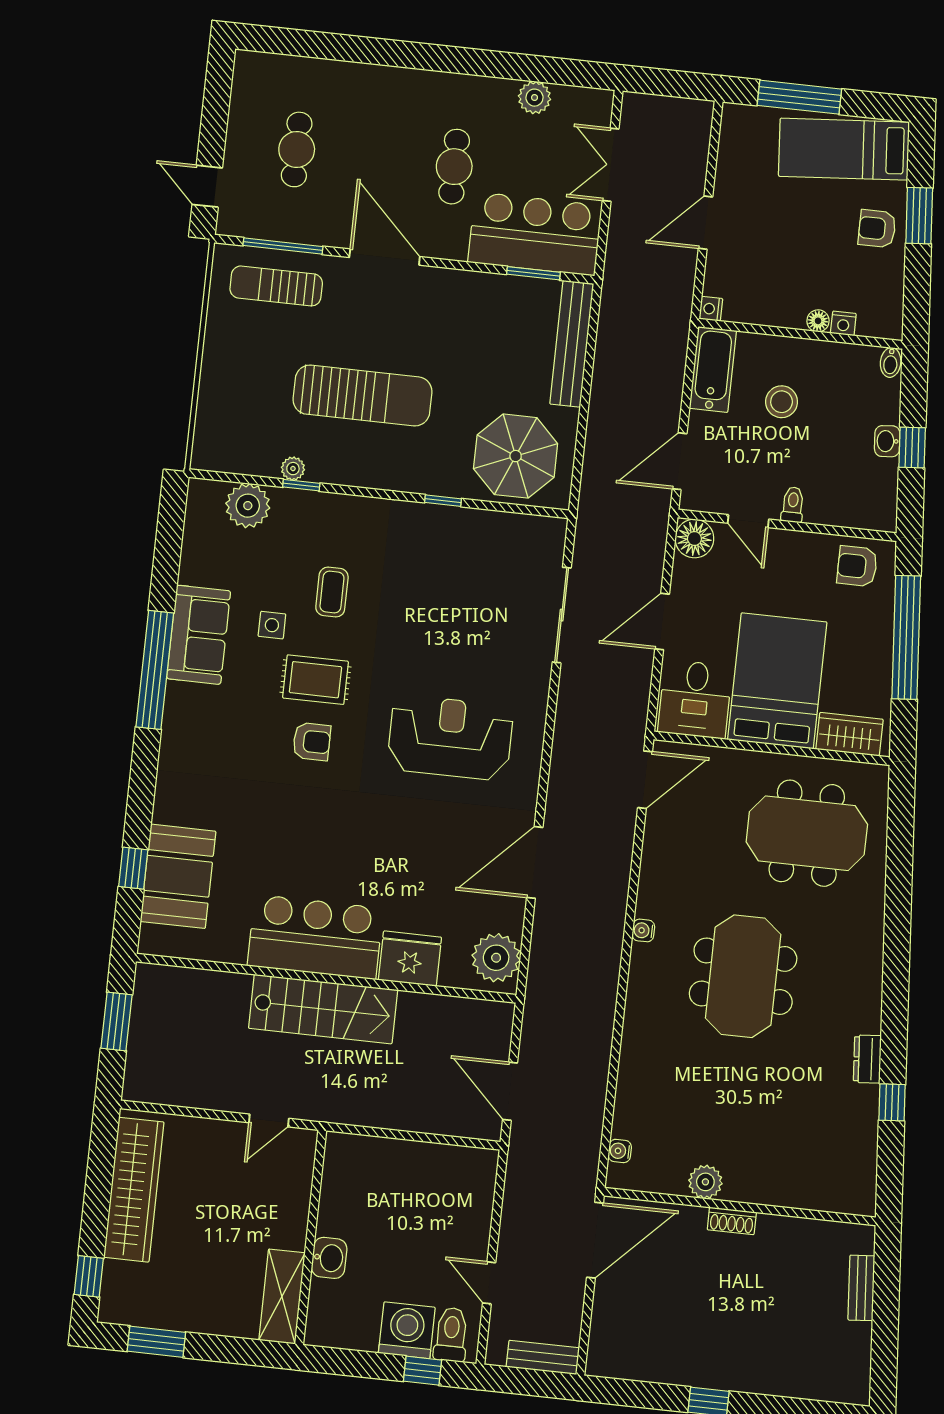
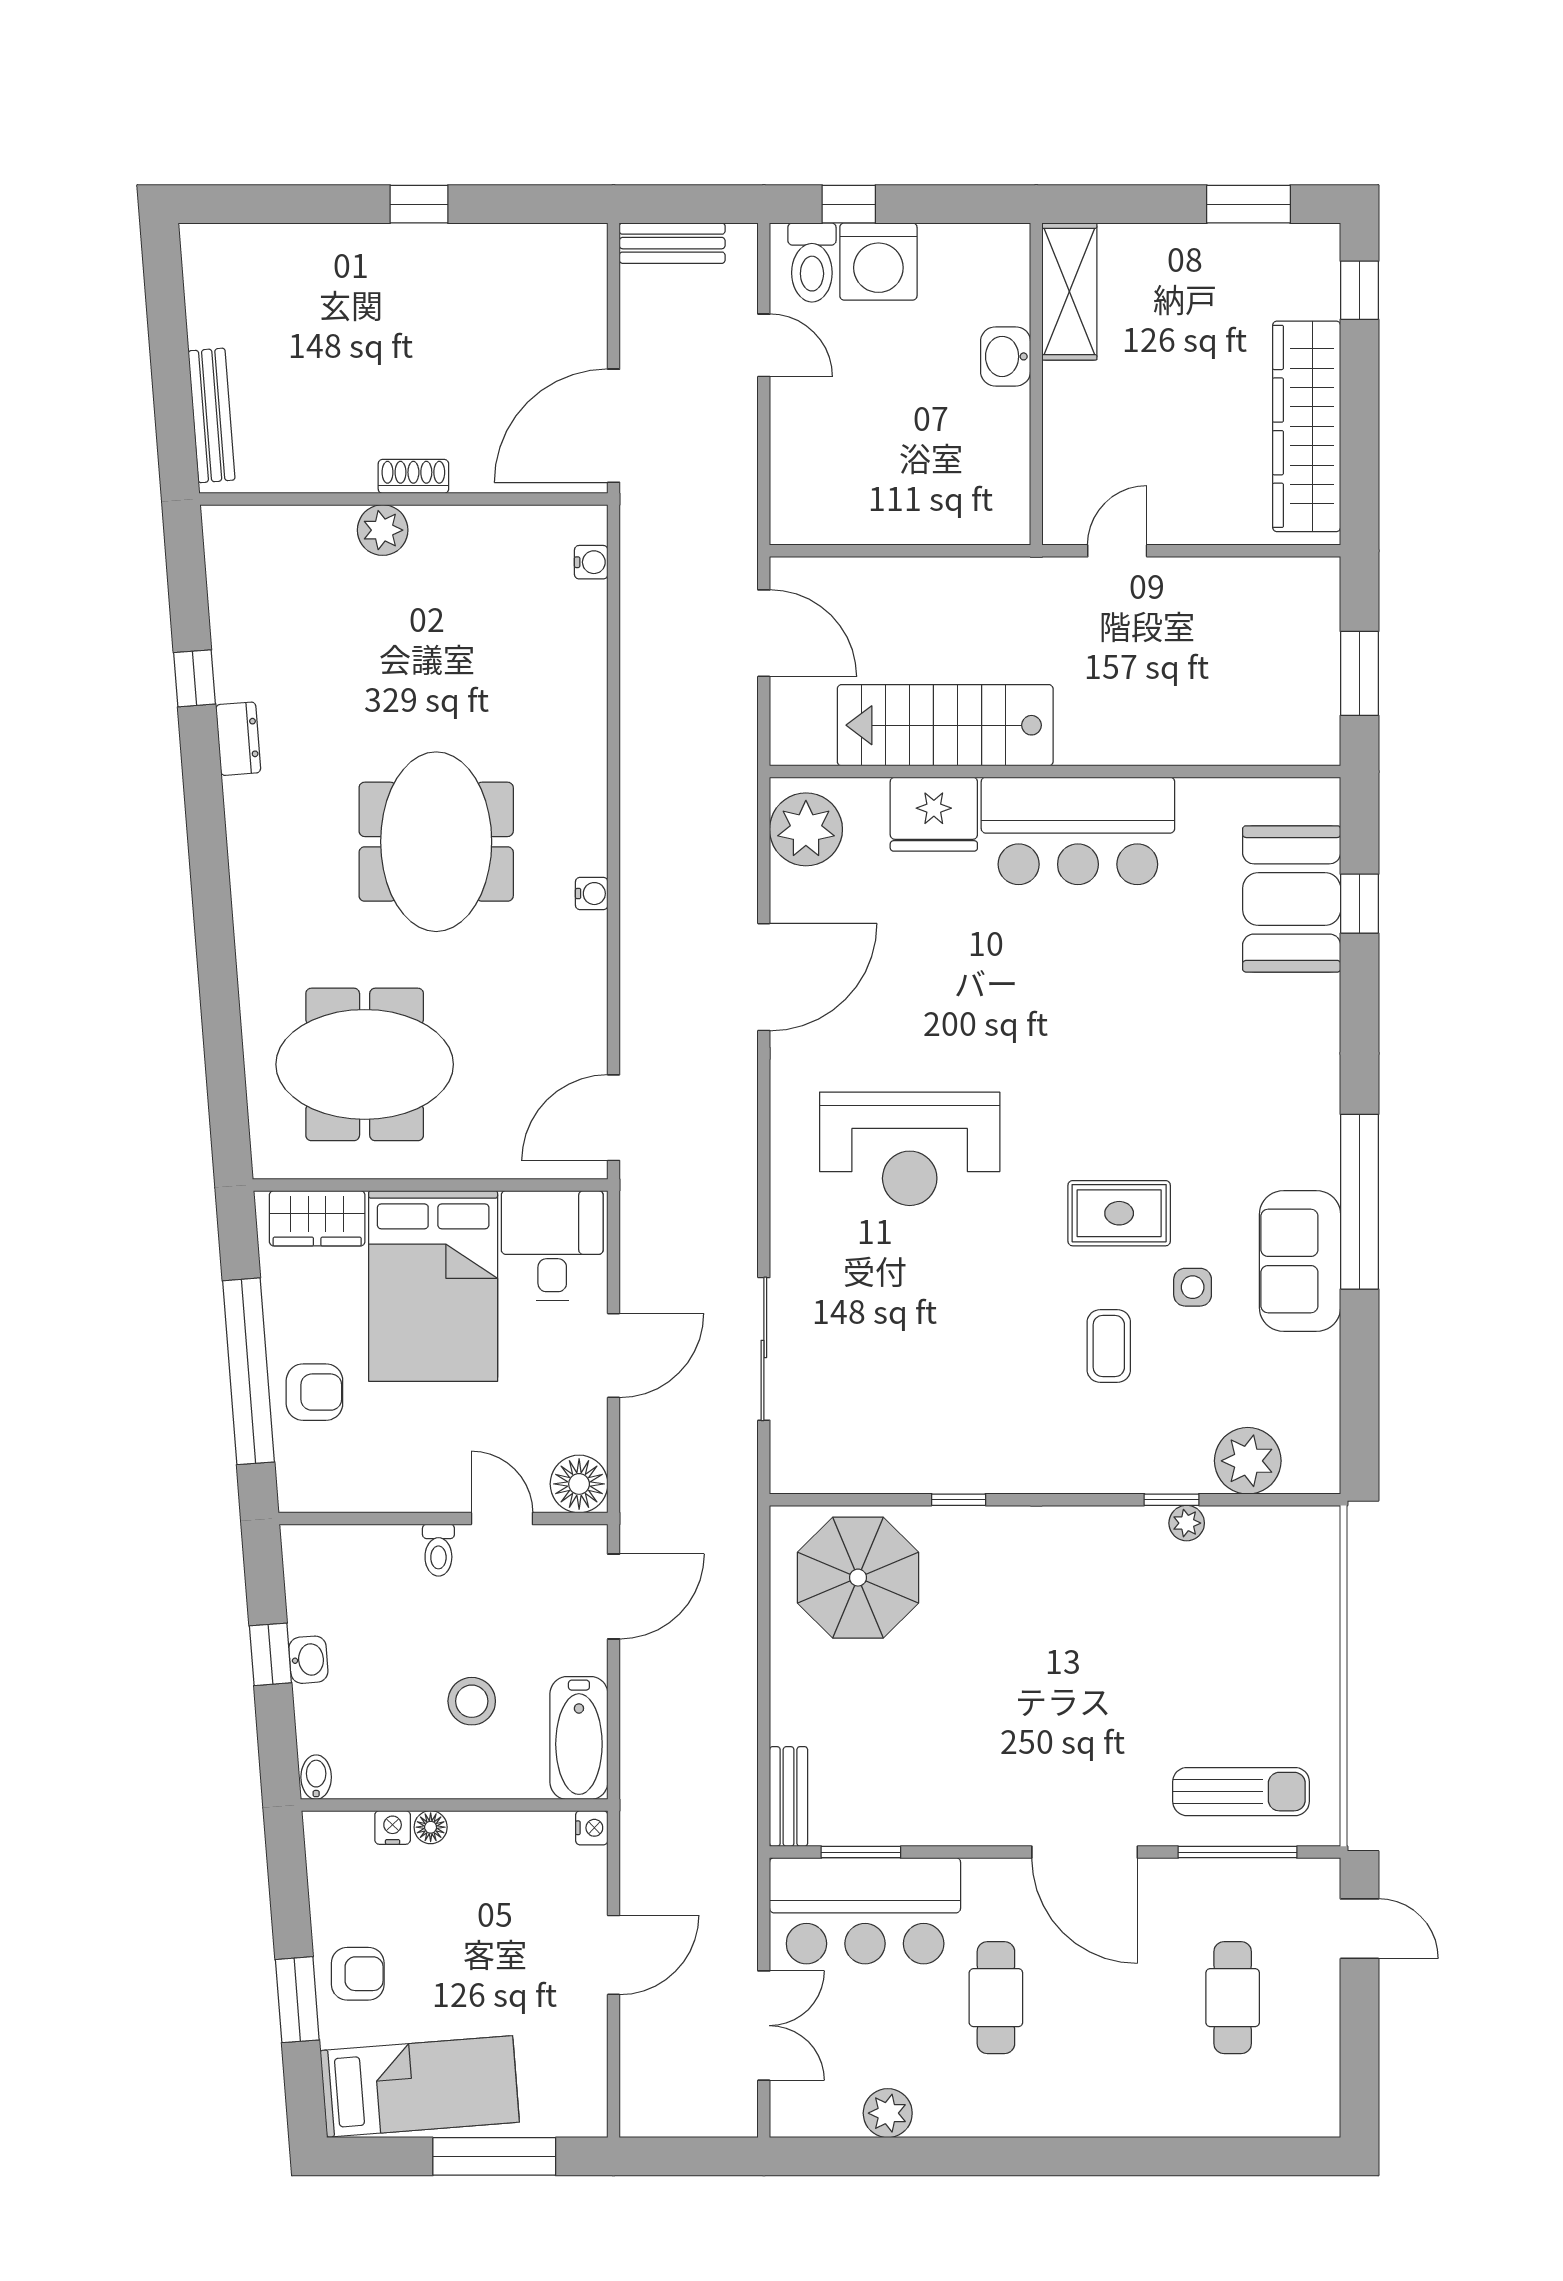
bench: (572, 344) -> (789, 1796), width x0.54, depth x0.82
sun lounger: (362, 396) -> (1095, 1643), removed
armchair: (857, 566) -> (314, 1392), moved
armchair: (312, 742) -> (1115, 1121), removed
stairs: (323, 1009) -> (945, 725), moved
plant: (705, 1182) -> (383, 530), moved
bench: (861, 1288) -> (212, 415), width x1.36

